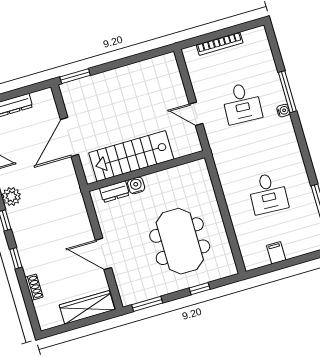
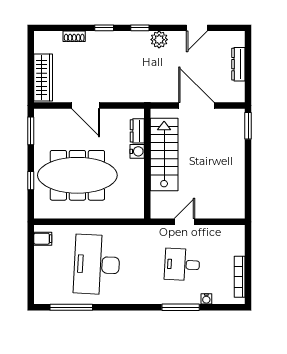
bookcase: (220, 44) -> (240, 277), moved
water cooler: (283, 111) -> (206, 299), moved
desk: (268, 193) -> (97, 265), width x1.87, depth x1.30
meeting table: (180, 241) -> (77, 175), width x1.36
filing cabinet: (276, 253) -> (43, 239), moved
door: (103, 254) -> (86, 105), swing flipped

